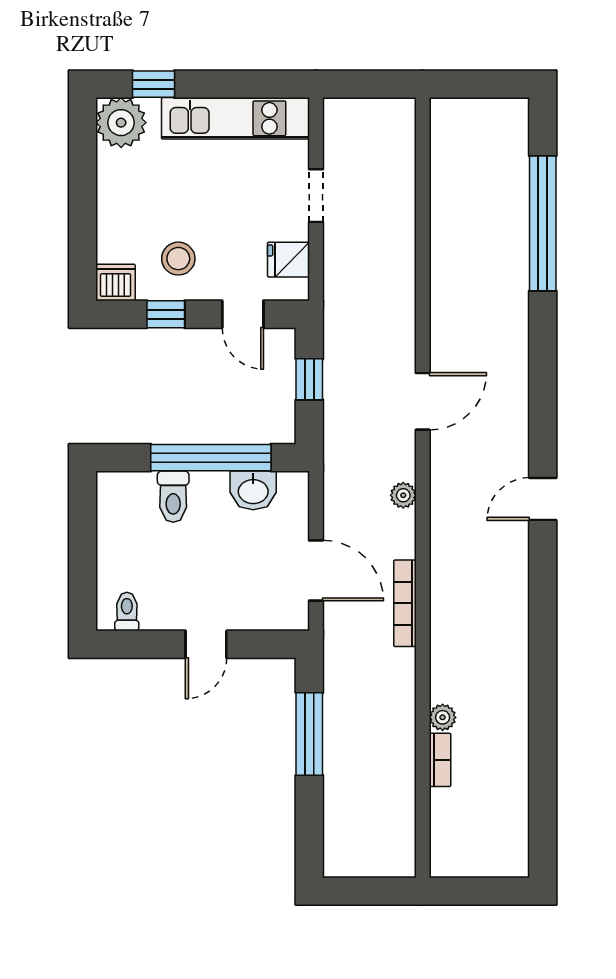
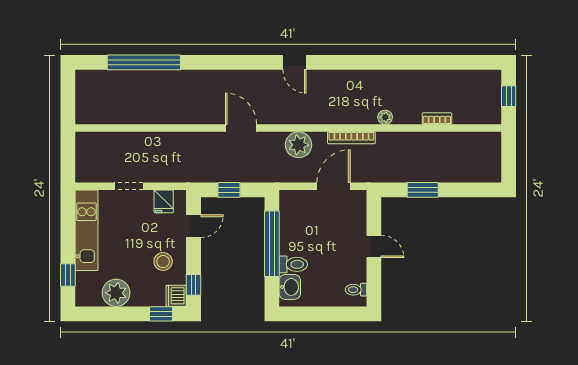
plant: (121, 123) -> (116, 293), moved
window: (83, 255) -> (161, 314), added
window: (166, 314) -> (193, 285), moved
washbasin: (253, 490) -> (290, 287), moved
plant: (403, 495) -> (299, 145), width x1.88, depth x1.88
plant: (443, 717) -> (385, 117), moved
window: (309, 734) -> (423, 190), width x0.69
window: (481, 891) -> (509, 96), added

